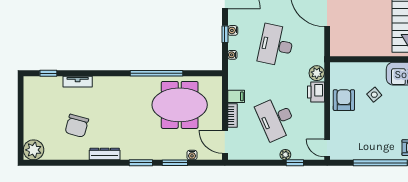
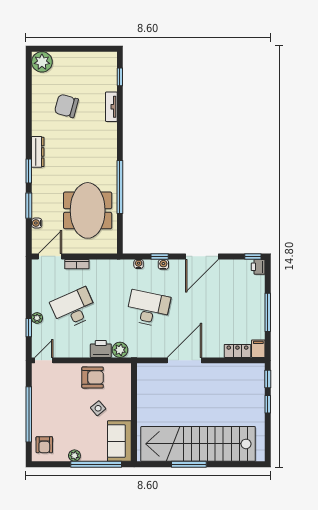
filing cabinet: (236, 96) -> (96, 268), removed
dresser: (105, 154) -> (38, 152), moved

